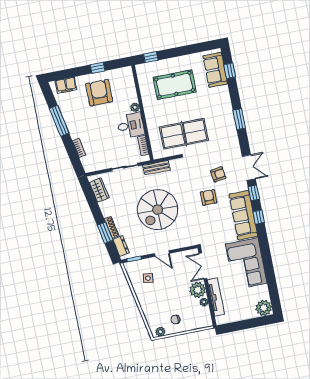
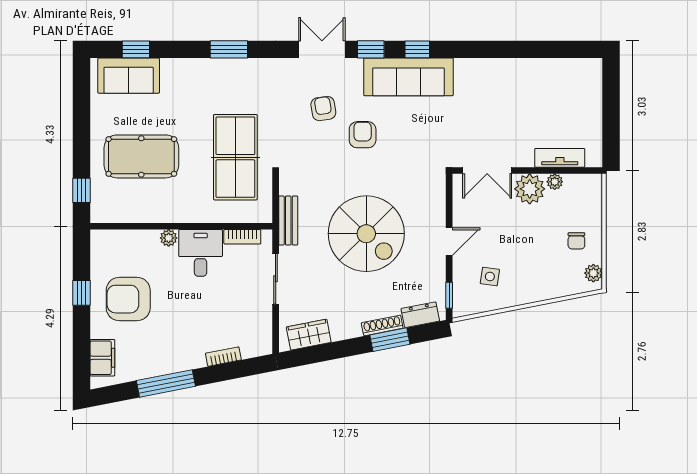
pool table: (175, 85) -> (141, 156), turned 90
armchair: (209, 197) -> (363, 135), turned 90
corner sofa: (246, 264) -> (499, 89), removed
tv unit: (216, 297) -> (560, 158), width x0.71
plant: (264, 308) -> (587, 73), removed

